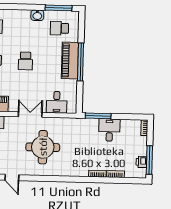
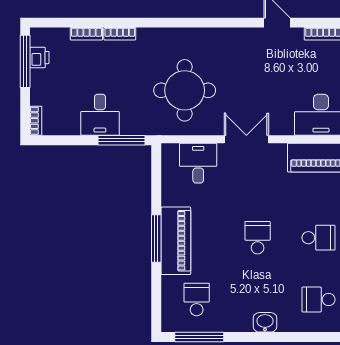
washbasin: (37, 15) -> (265, 322), moved
school desk: (59, 28) -> (197, 300), turned -90
window: (81, 62) -> (156, 239), width x0.68
double door: (30, 115) -> (246, 139), swing flipped
round table: (43, 147) -> (185, 90), moved

